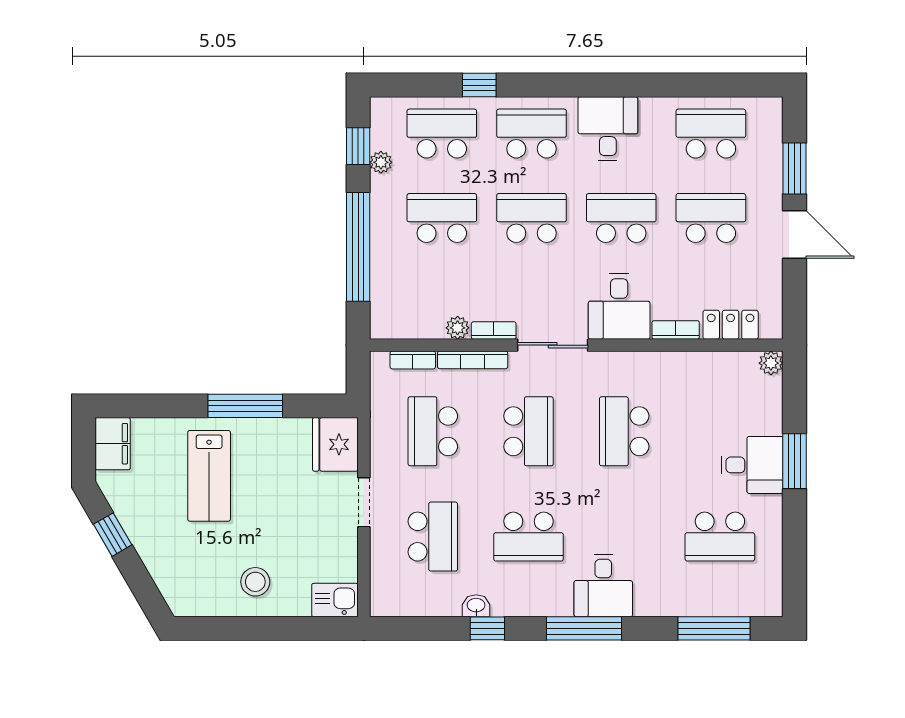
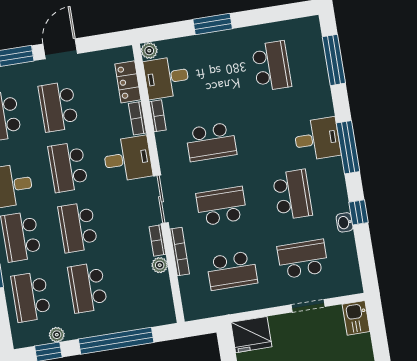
bookcase: (413, 360) -> (158, 116), moved
desk: (752, 465) -> (167, 77), moved, turned -90
doorway: (364, 502) -> (308, 306), moved

